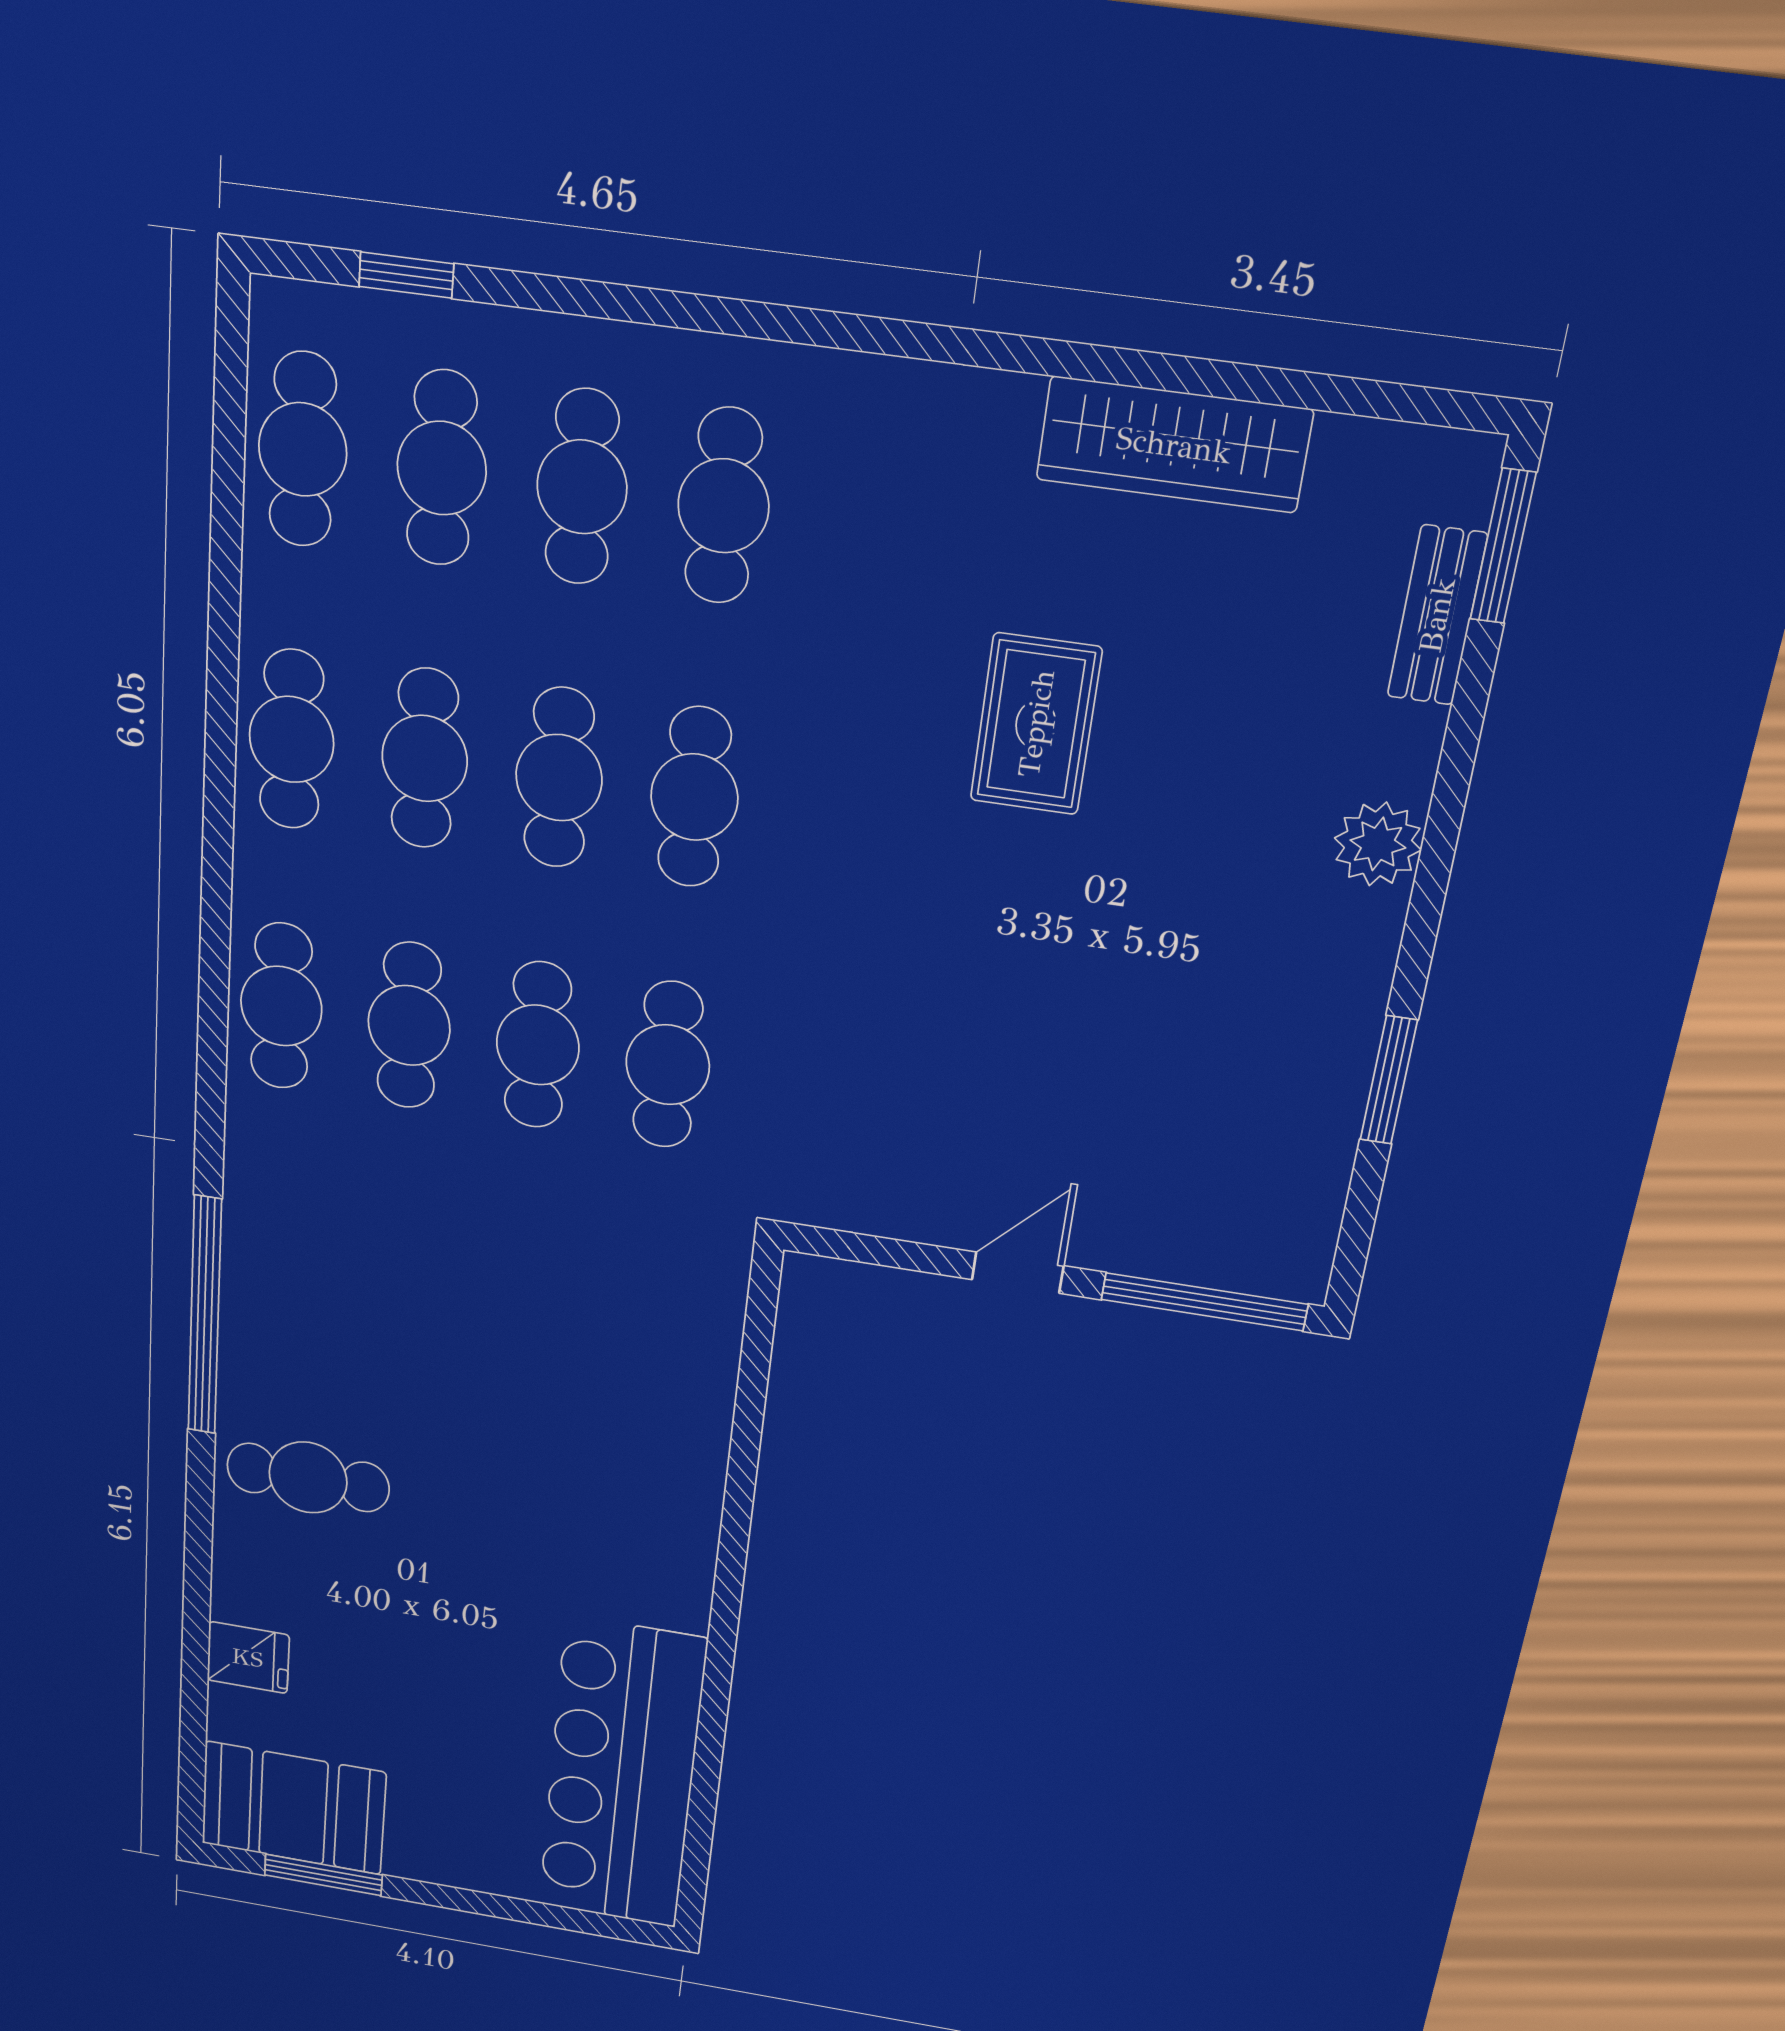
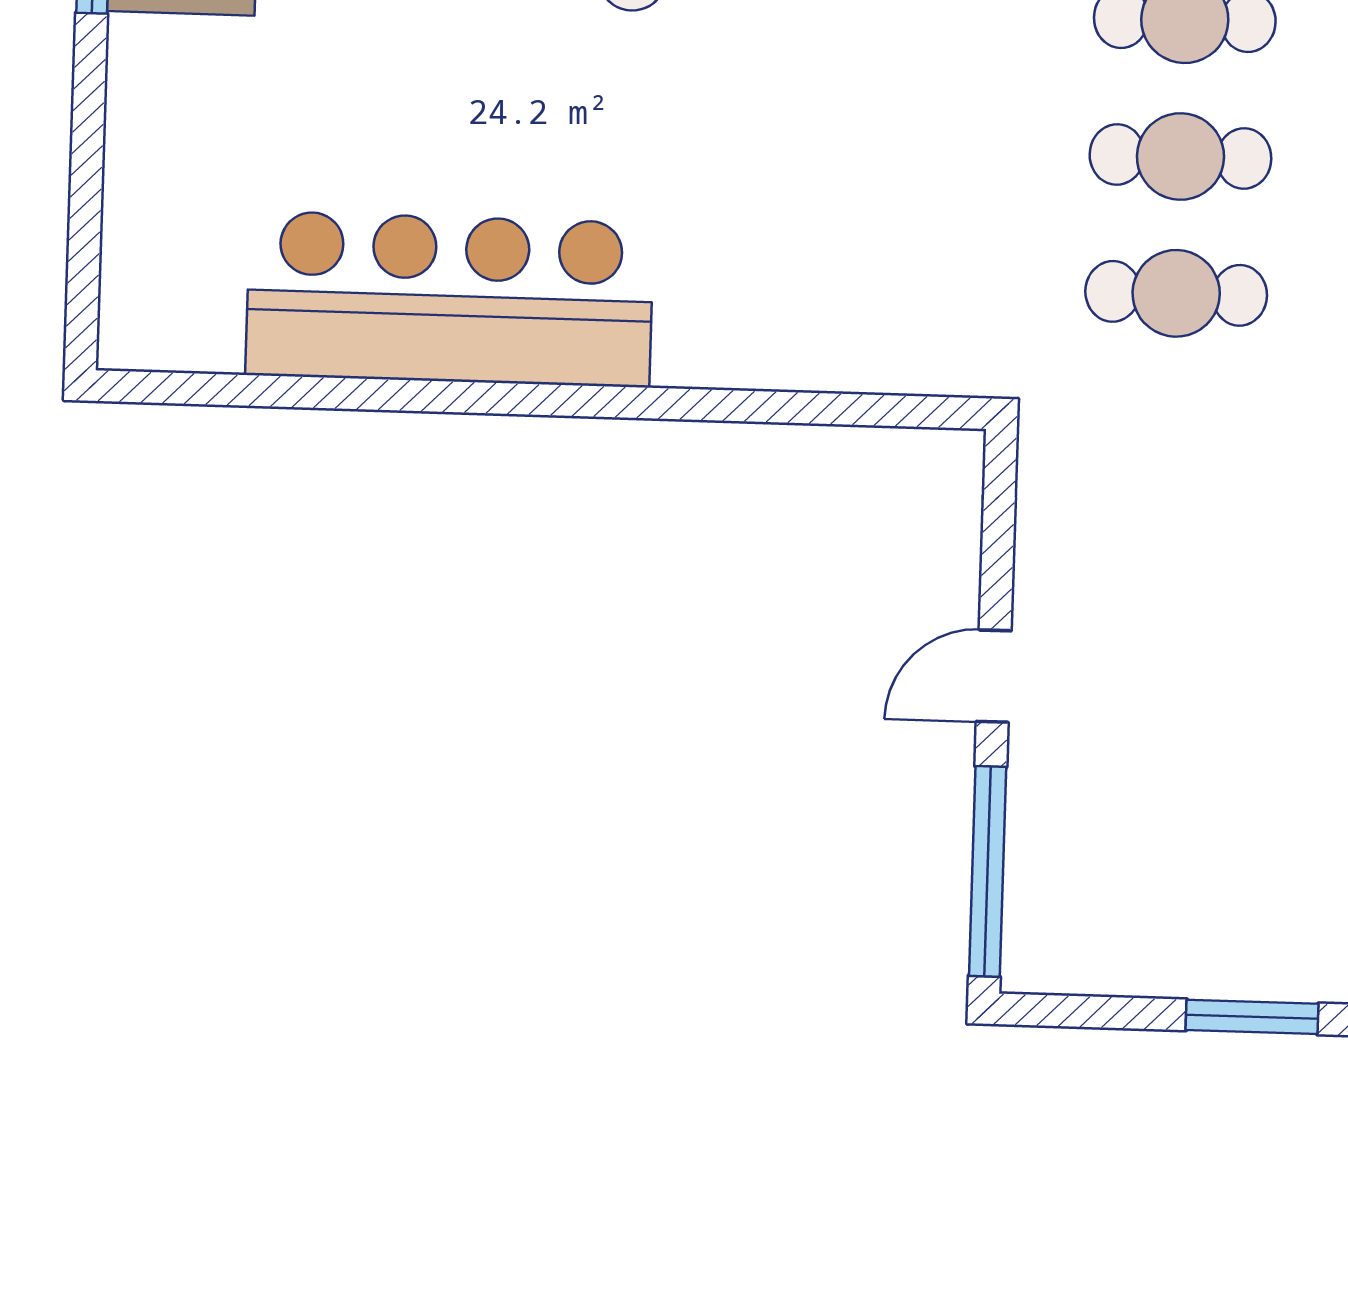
door: (1018, 1273) -> (994, 676), swing flipped
bar counter: (622, 1774) -> (450, 299), moved

